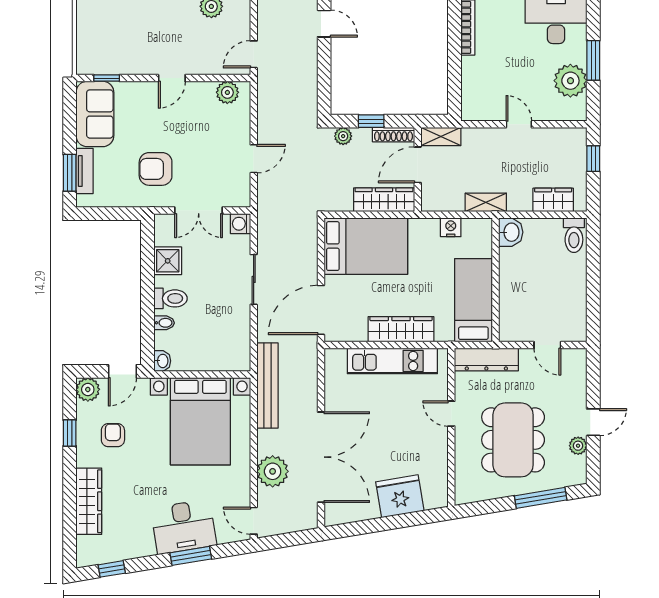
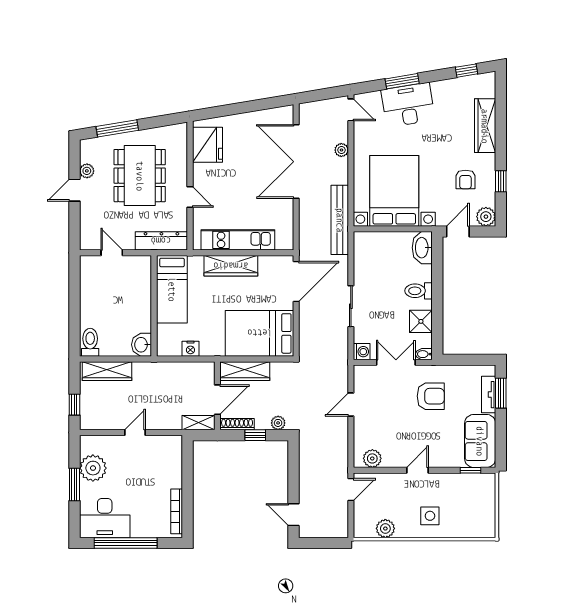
side table: (157, 22) -> (430, 516), added
door: (519, 124) -> (135, 433), swing flipped
wardrobe: (553, 200) -> (107, 371), width x1.50
shelving: (486, 202) -> (162, 369), removed
bidet: (164, 323) -> (424, 354), moved
washbasin: (162, 361) -> (422, 248), width x1.91, depth x1.45
plant: (273, 471) -> (341, 150), width x0.53, depth x0.53
fridge: (400, 496) -> (207, 145), moved, turned -81

